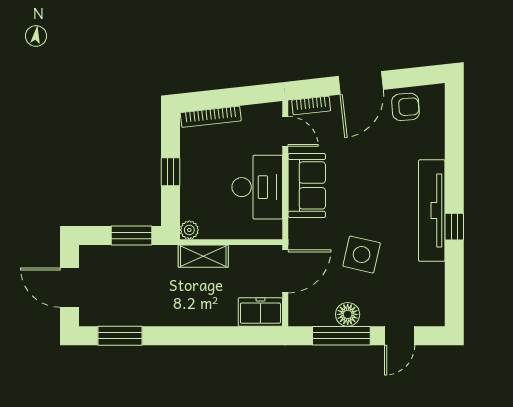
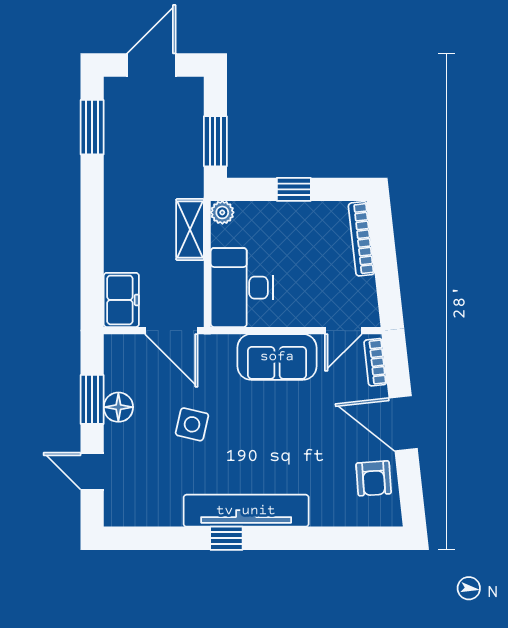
desk: (257, 187) -> (242, 288), moved, turned 90
side table: (362, 255) -> (192, 424), width x0.73, depth x0.73
window: (341, 336) -> (92, 399), width x0.69

